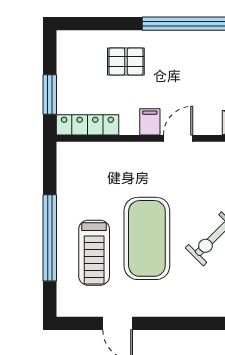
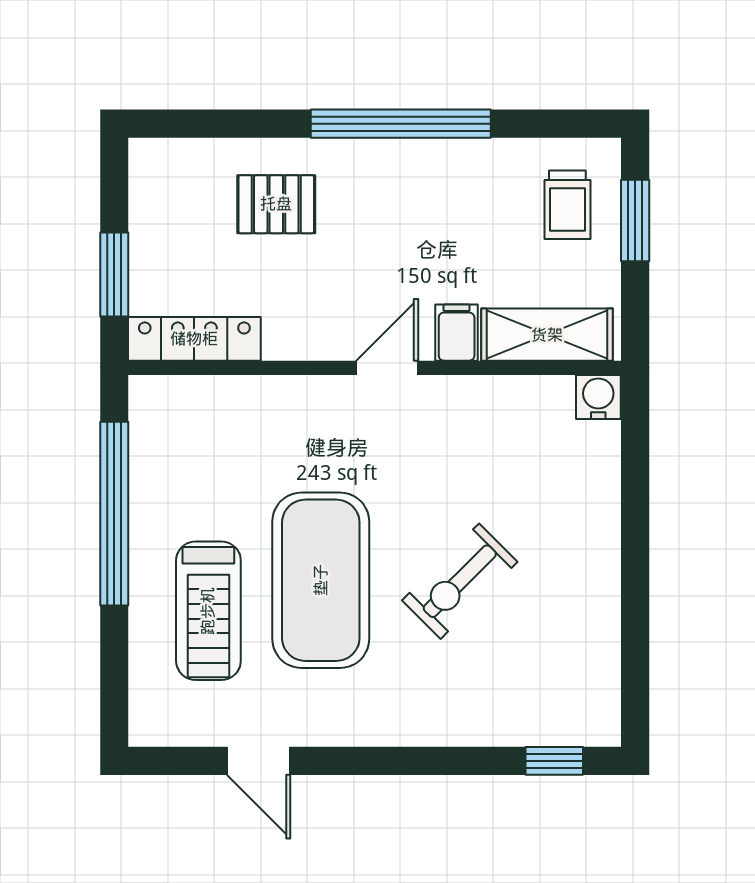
filing cabinet: (150, 122) -> (457, 333), moved
window: (50, 238) -> (114, 514), moved

